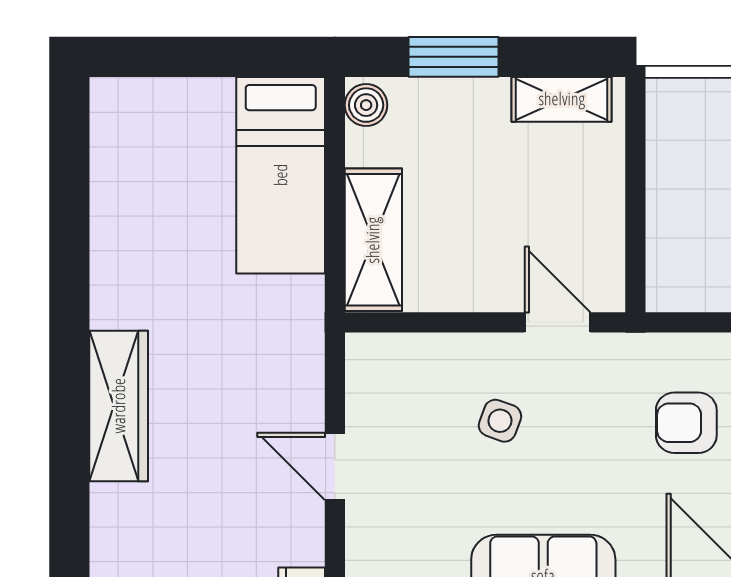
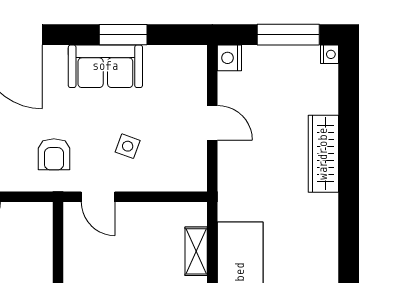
shelving: (373, 240) -> (196, 251), width x0.67, depth x0.75
armchair: (686, 423) -> (54, 154), moved, turned 90

